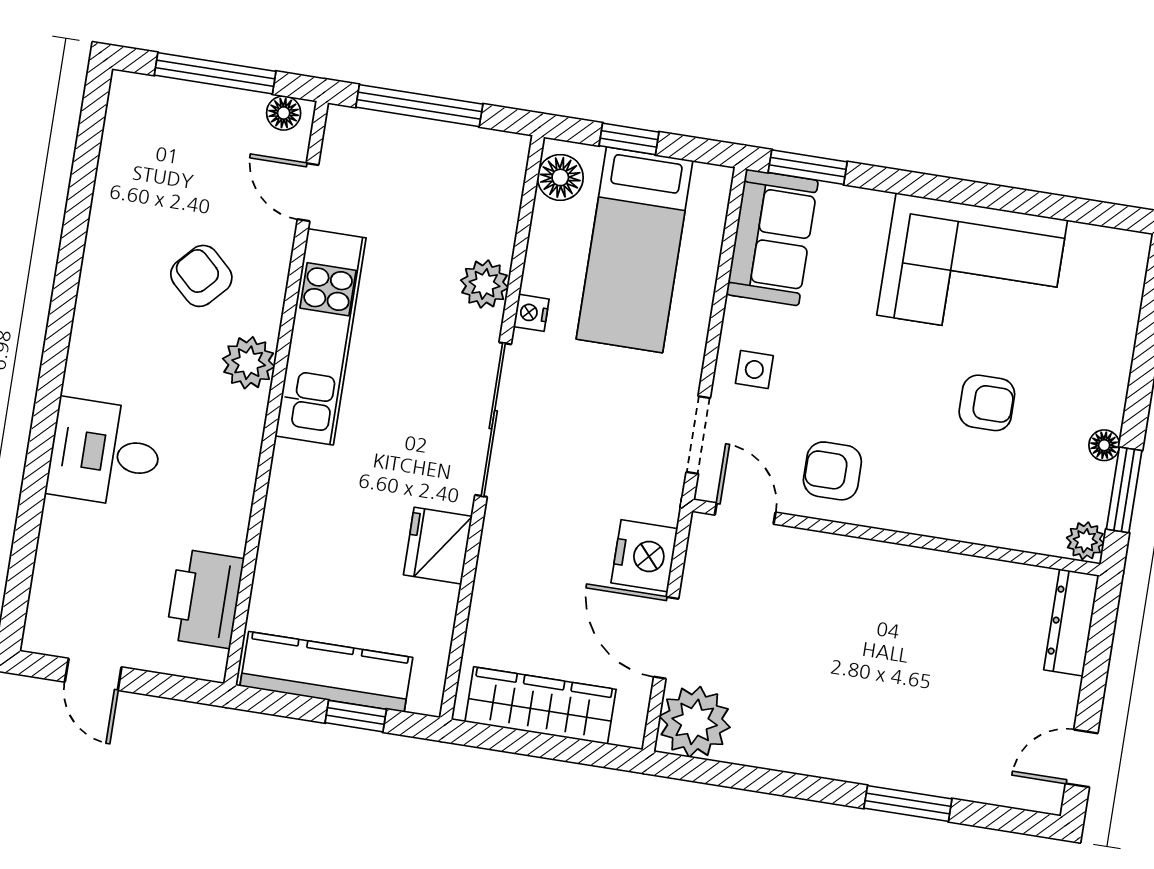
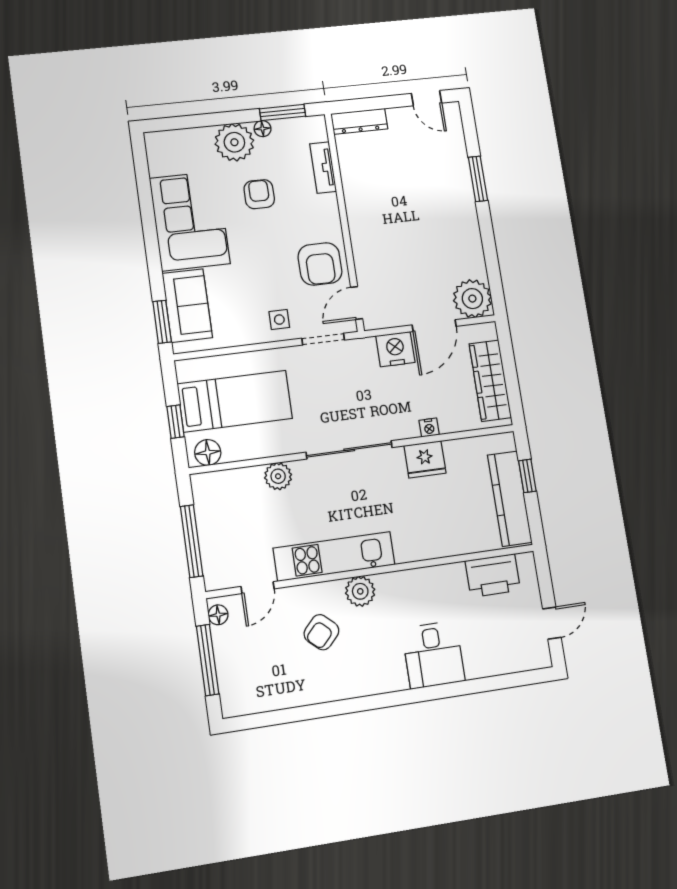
sofa: (772, 237) -> (187, 306), moved, turned 90
nightstand: (531, 313) -> (429, 428), moved
armchair: (832, 471) -> (320, 264), width x1.38, depth x1.38
tv unit: (1004, 531) -> (323, 168), added
plant: (1085, 541) -> (234, 142), moved, width x1.87, depth x1.87

